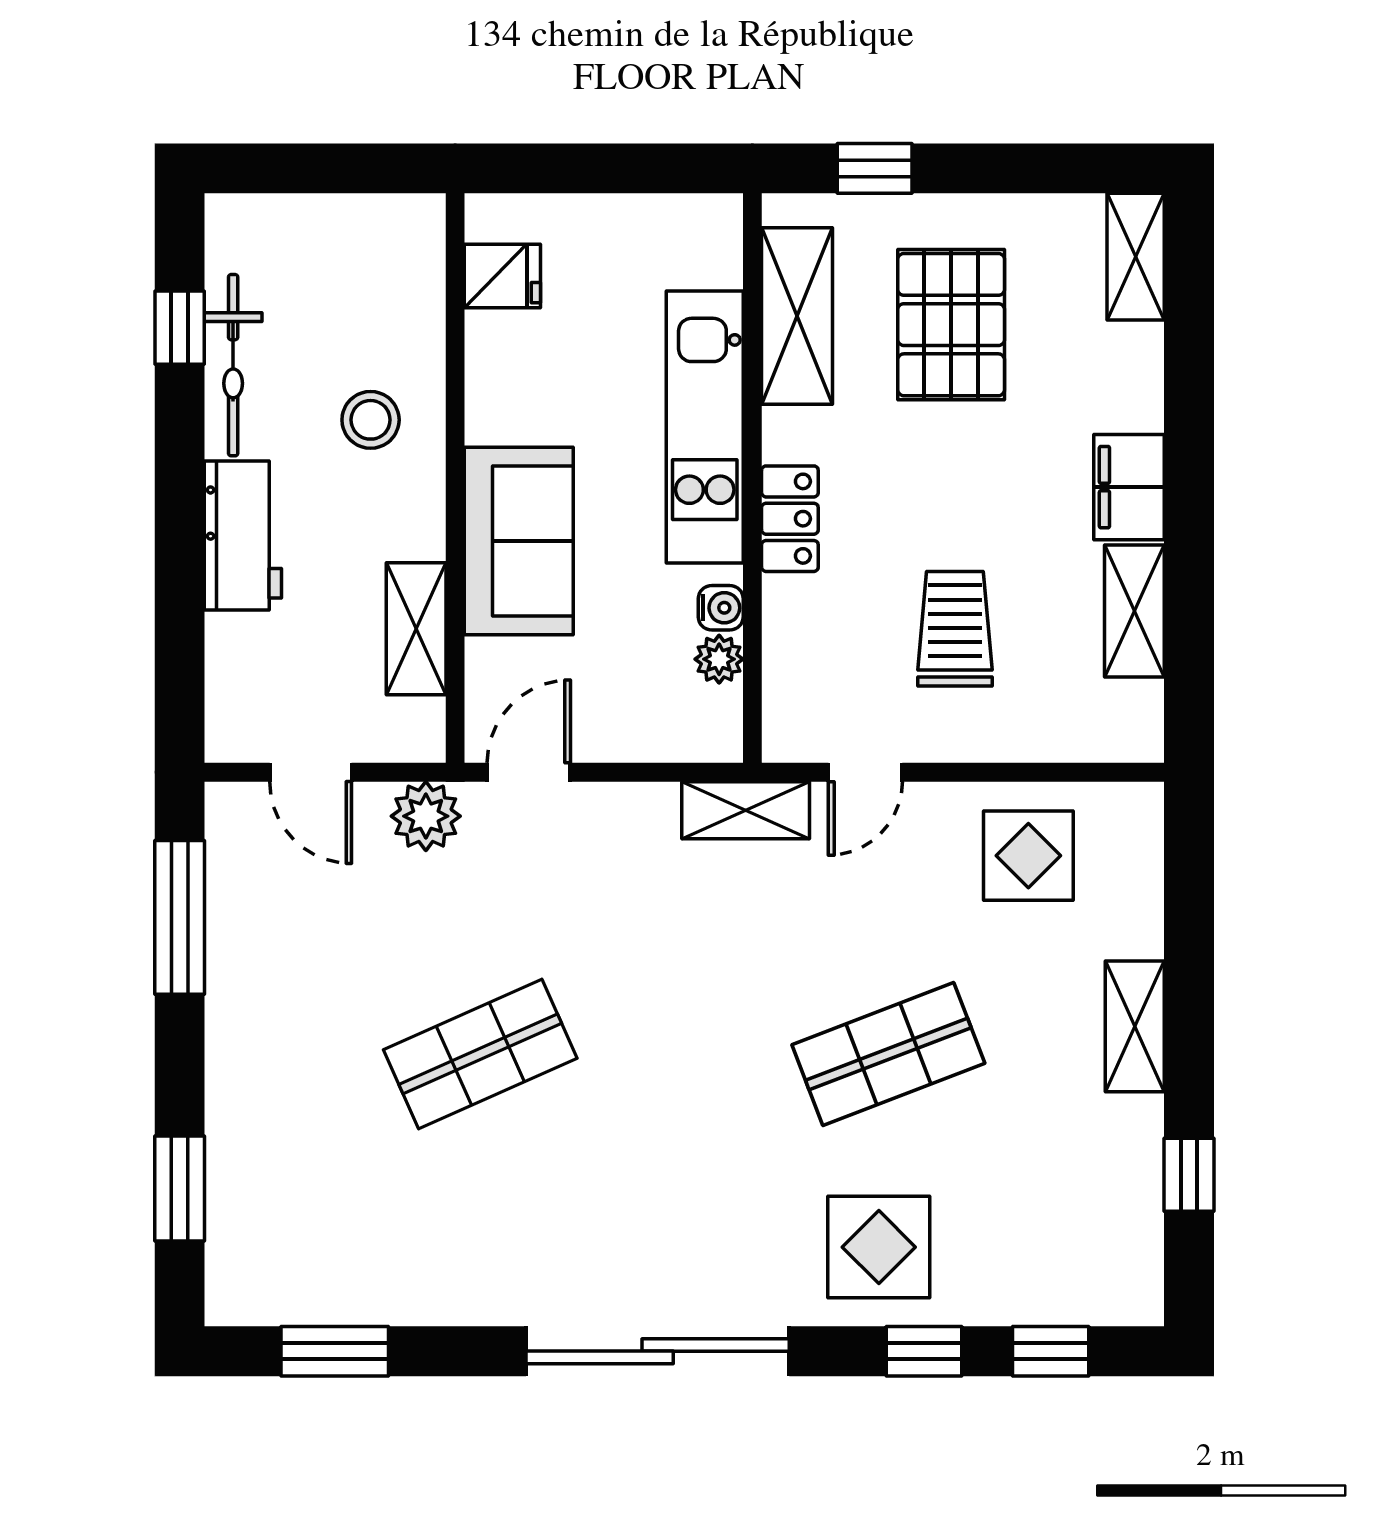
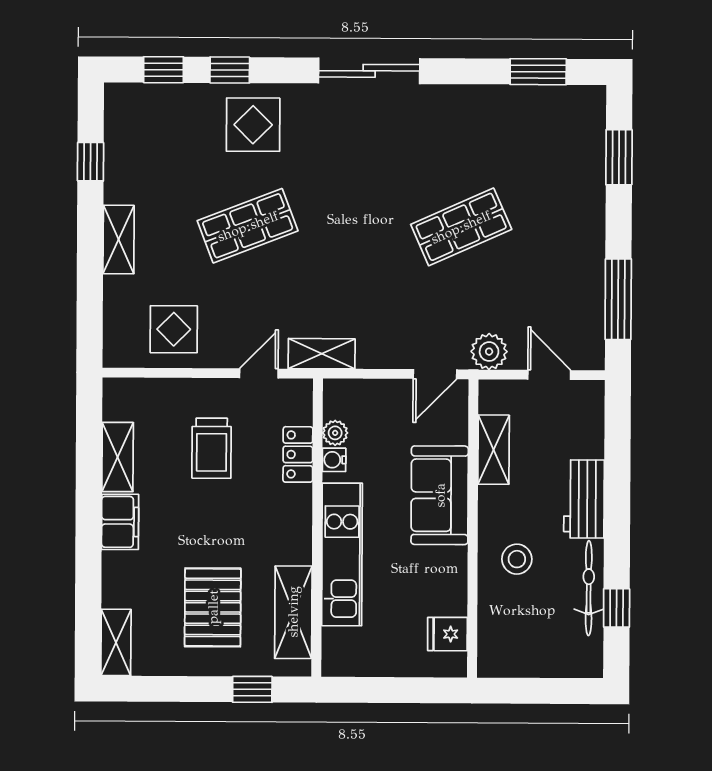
locker: (790, 519) -> (298, 454), moved
sliding door: (658, 1351) -> (369, 71), width x0.73

